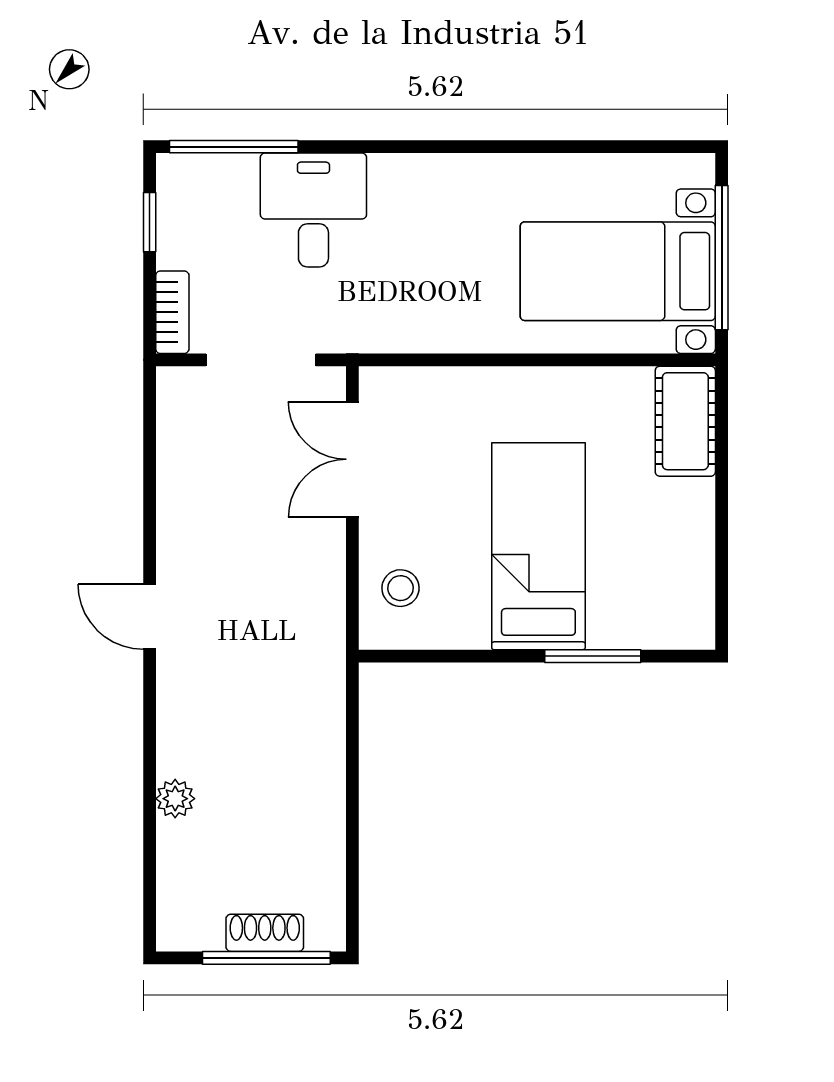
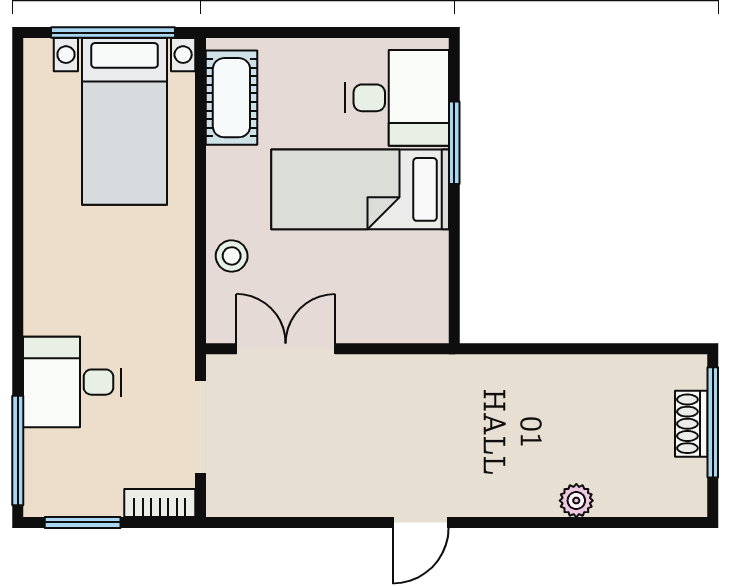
window: (150, 222) -> (83, 522), width x1.50
cot: (685, 421) -> (231, 98), moved, turned 90
double door: (352, 459) -> (286, 349), swing flipped
stool: (400, 588) -> (232, 256), moved
desk: (645, 589) -> (397, 98), added

